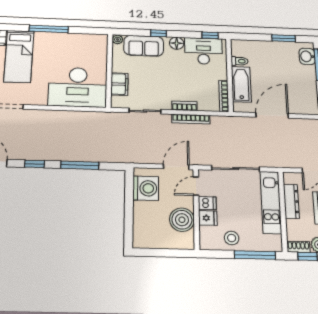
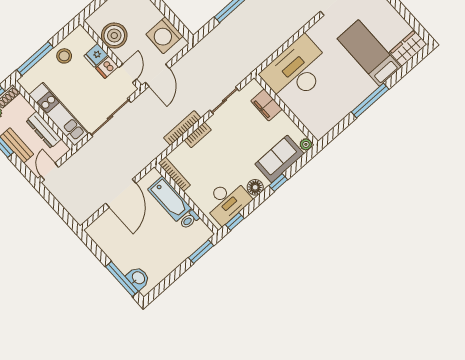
window: (284, 38) -> (201, 252), moved

